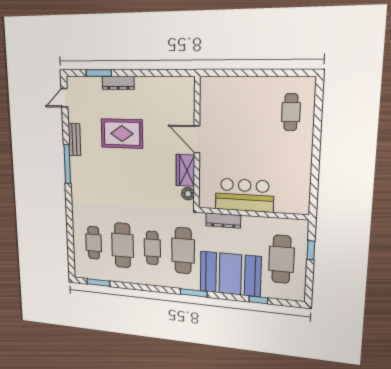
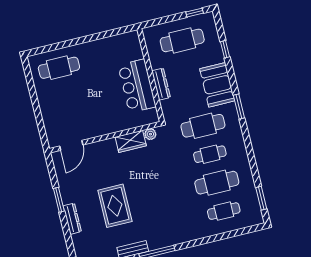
window: (99, 73) -> (59, 200), moved
cafe table: (291, 112) -> (59, 68), width x1.37, depth x1.35
door: (197, 139) -> (71, 145), moved
dresser: (223, 220) -> (161, 84), moved
window: (311, 250) -> (195, 13), moved
booth: (230, 274) -> (217, 85), width x0.73, depth x0.70

